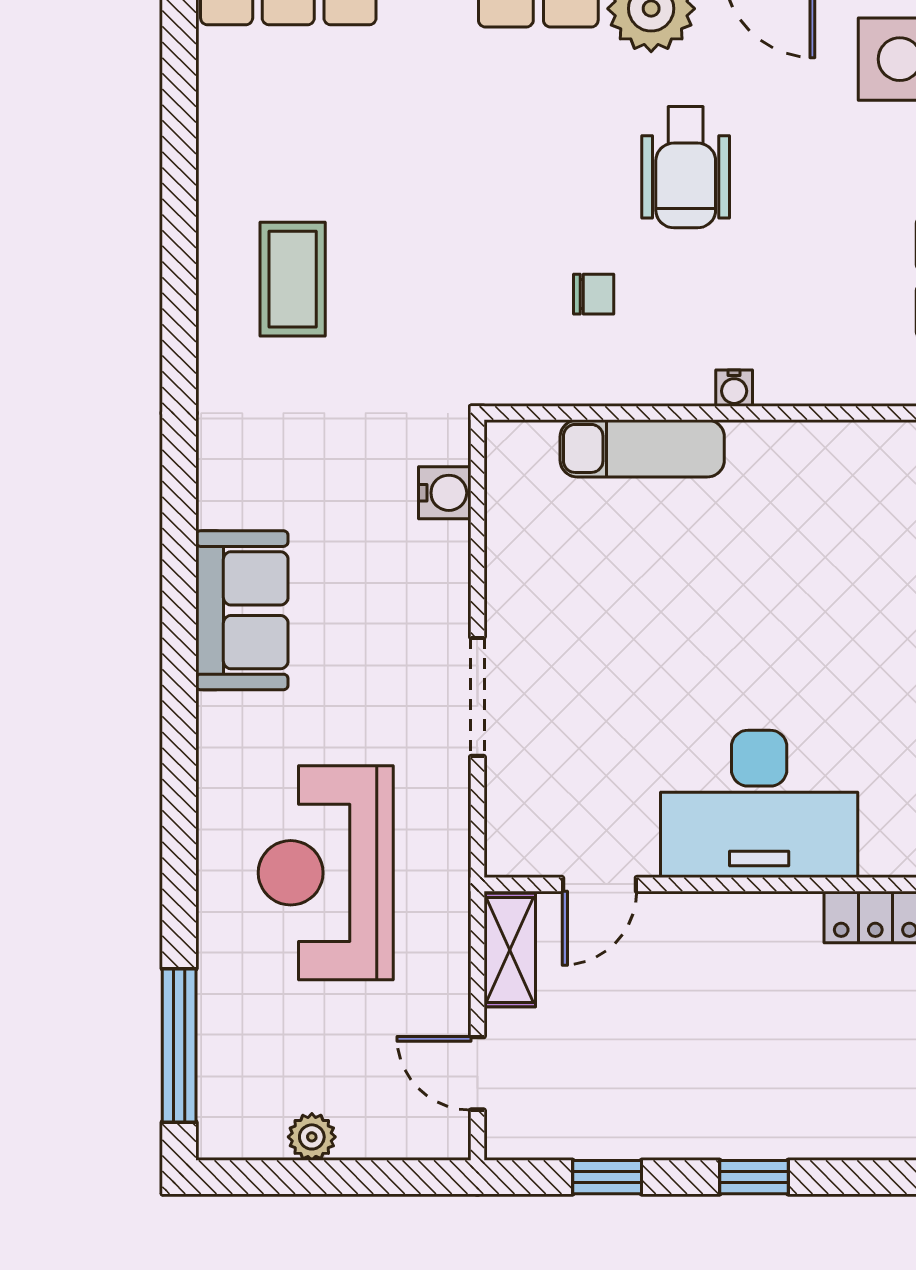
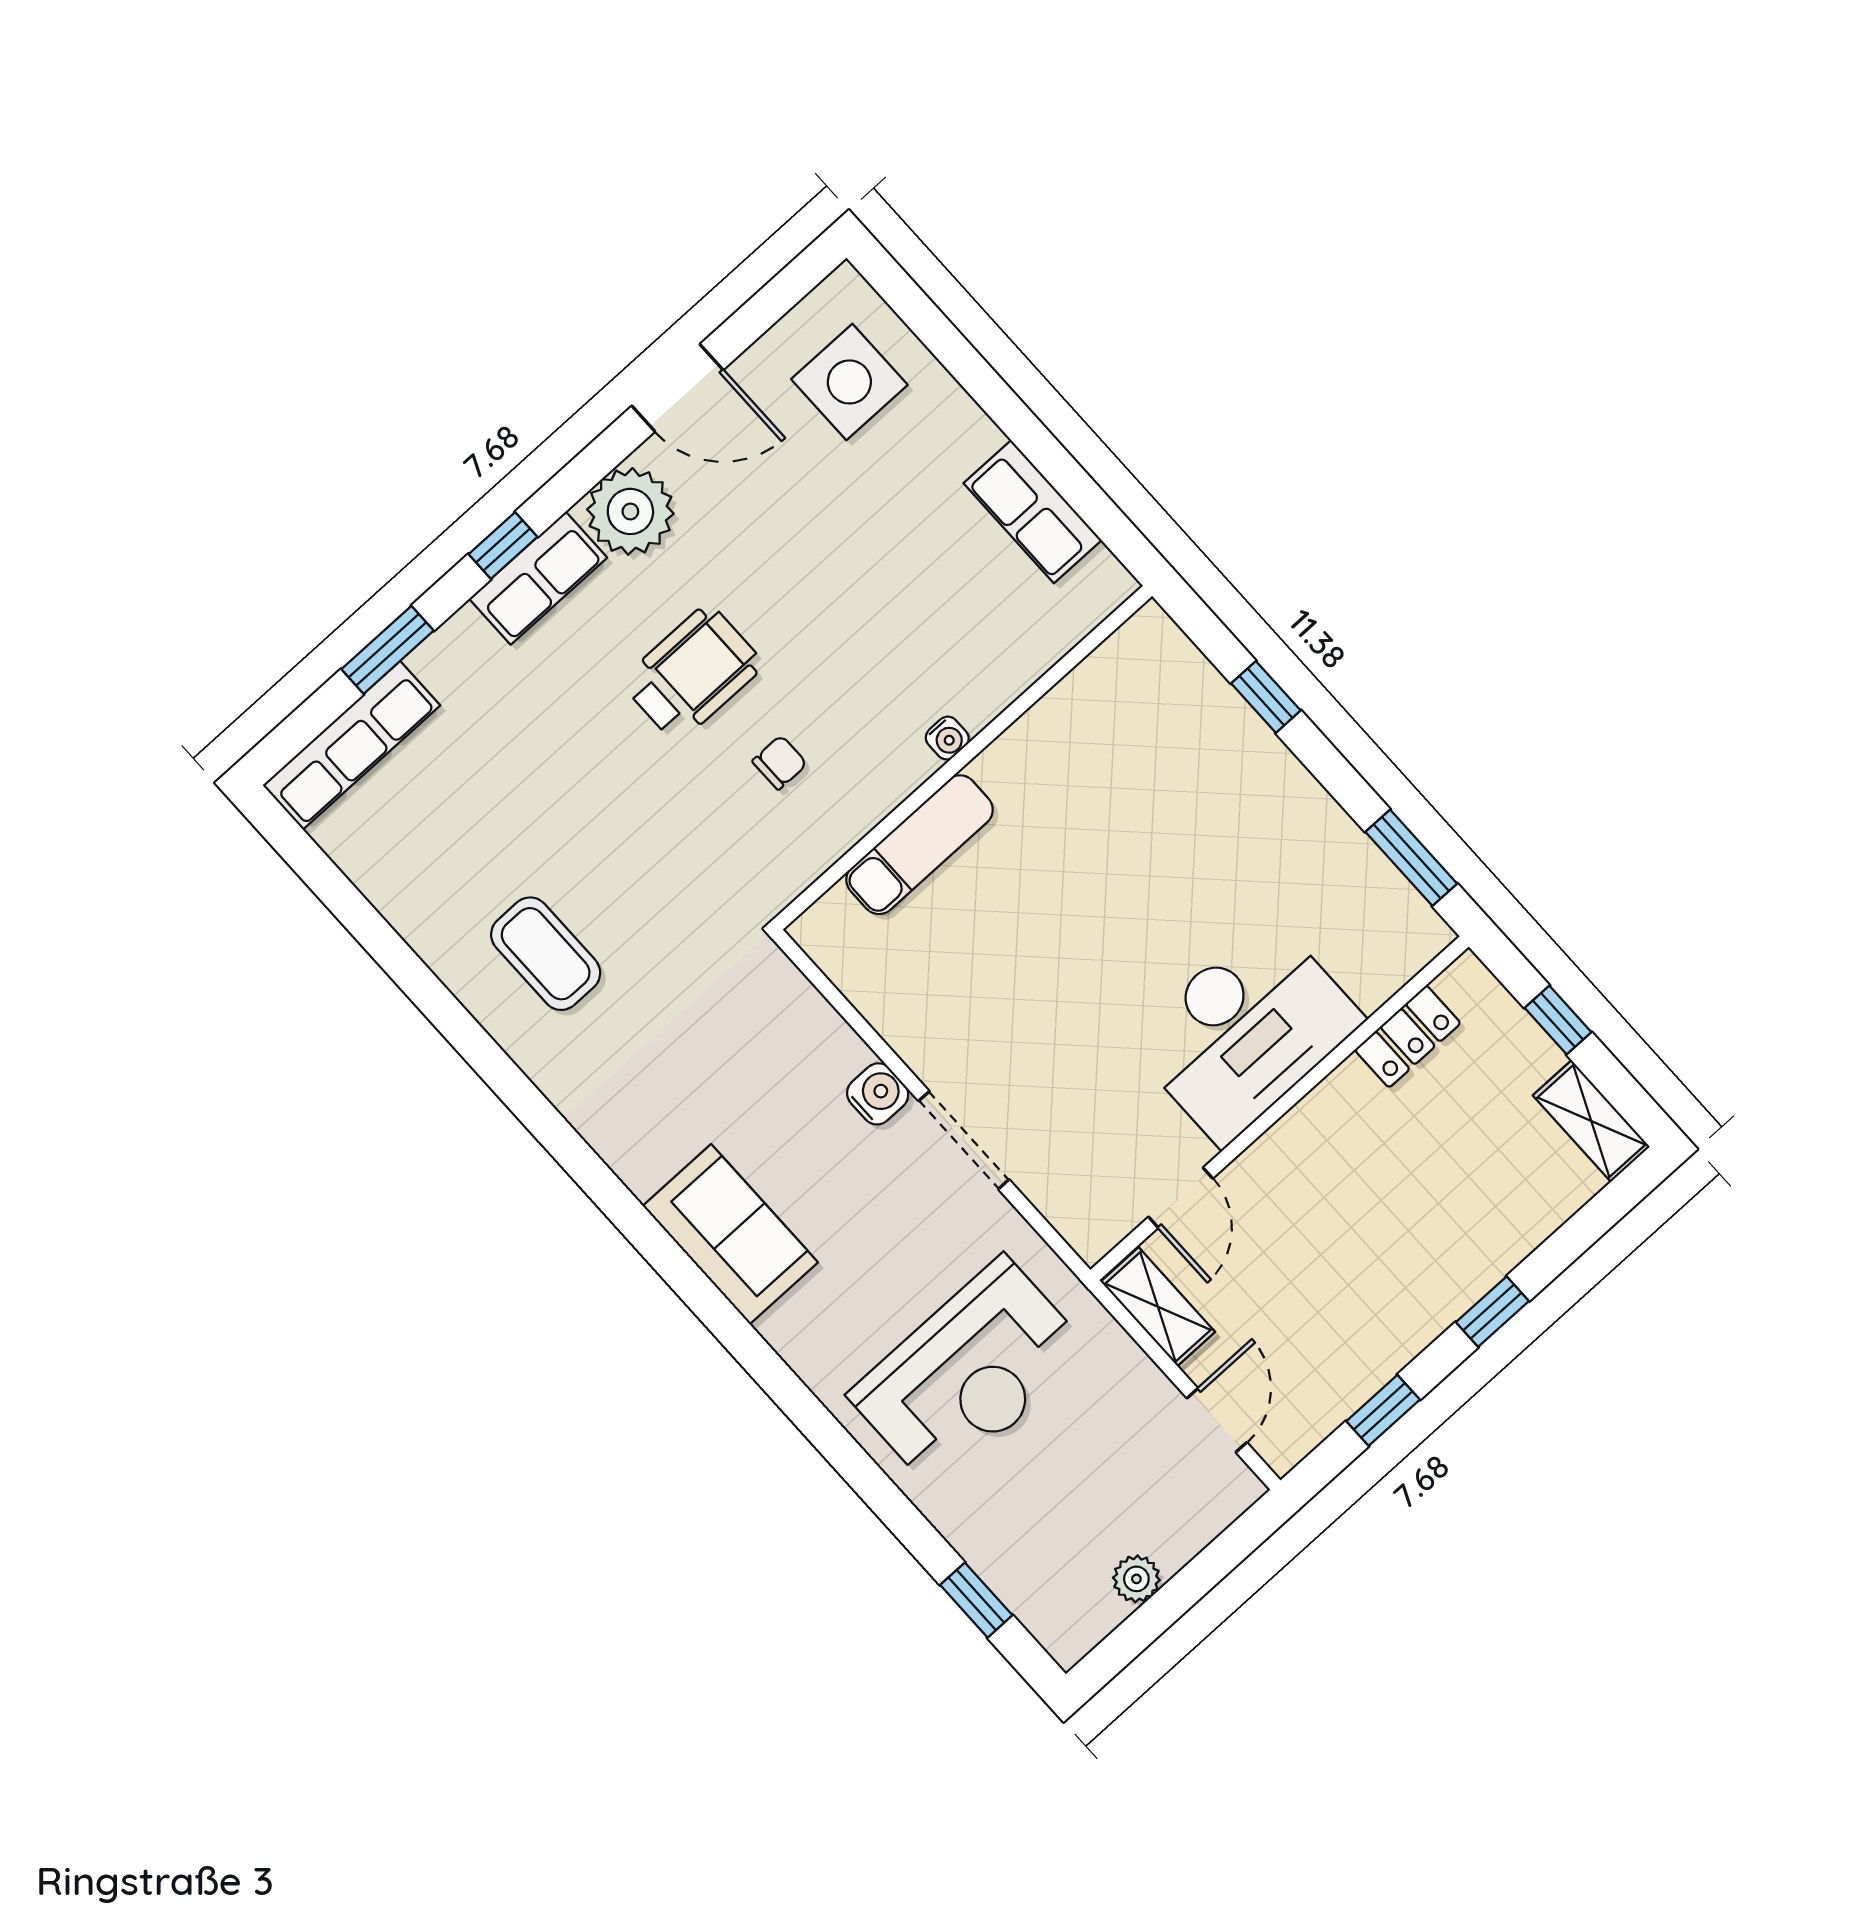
wheelchair: (686, 167) -> (692, 673), moved, turned -90
water cooler: (445, 493) -> (878, 1094), moved
reception desk: (326, 873) -> (969, 1373), turned -90
window: (179, 1045) -> (976, 1600), width x0.46
door: (477, 1073) -> (1217, 1420), swing flipped

